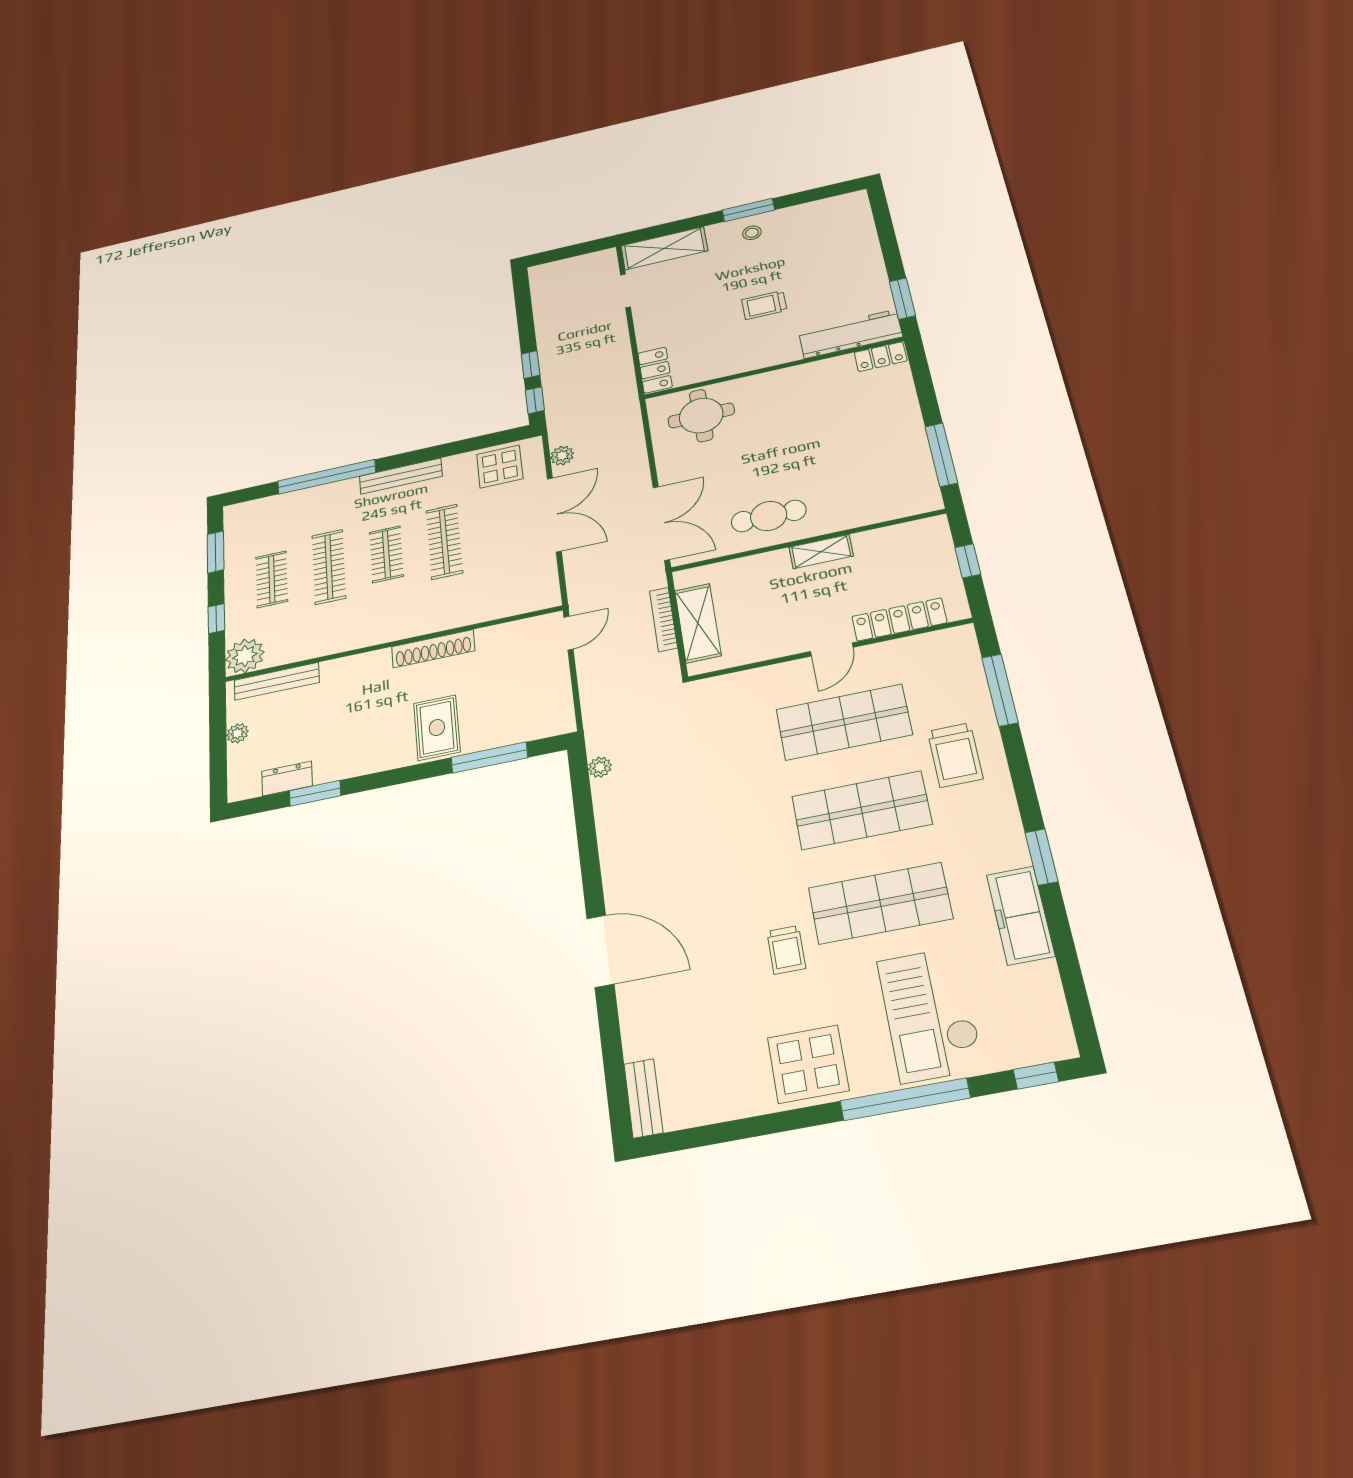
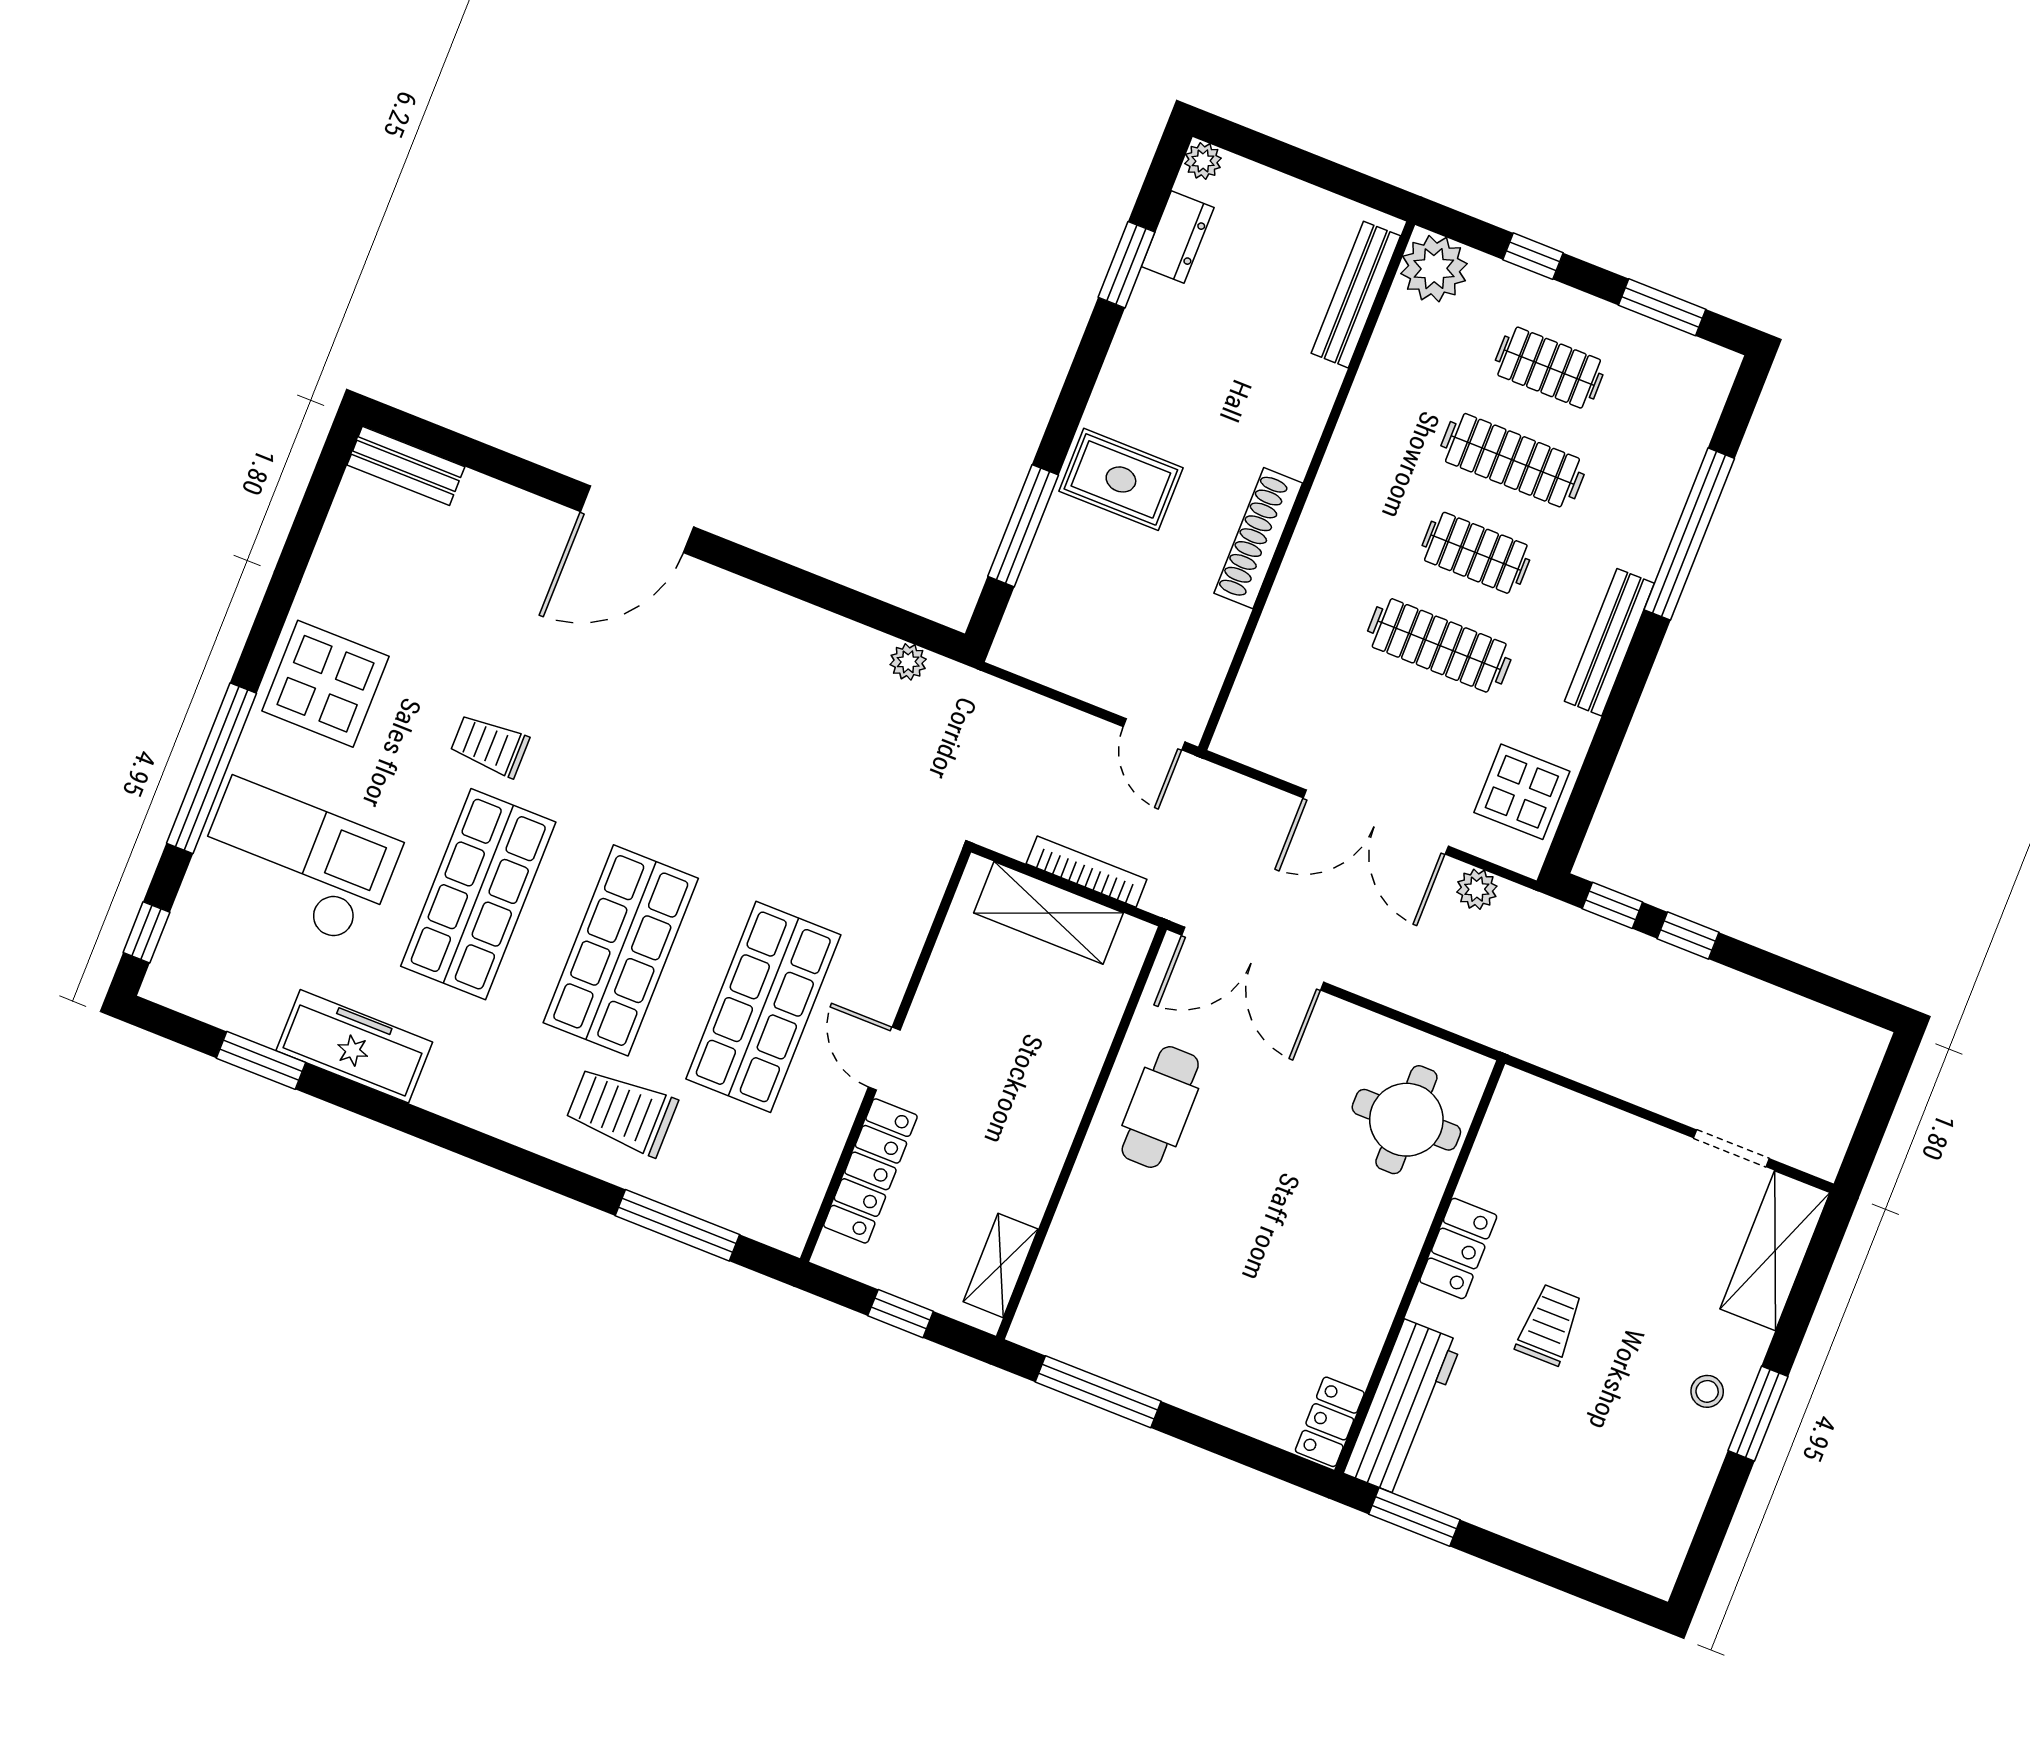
locker: (655, 370) -> (1458, 1248), moved, turned -90
shelving: (821, 552) -> (1001, 1265), moved
plant: (237, 733) -> (1203, 161), moved
window: (1042, 857) -> (261, 1060), moved

